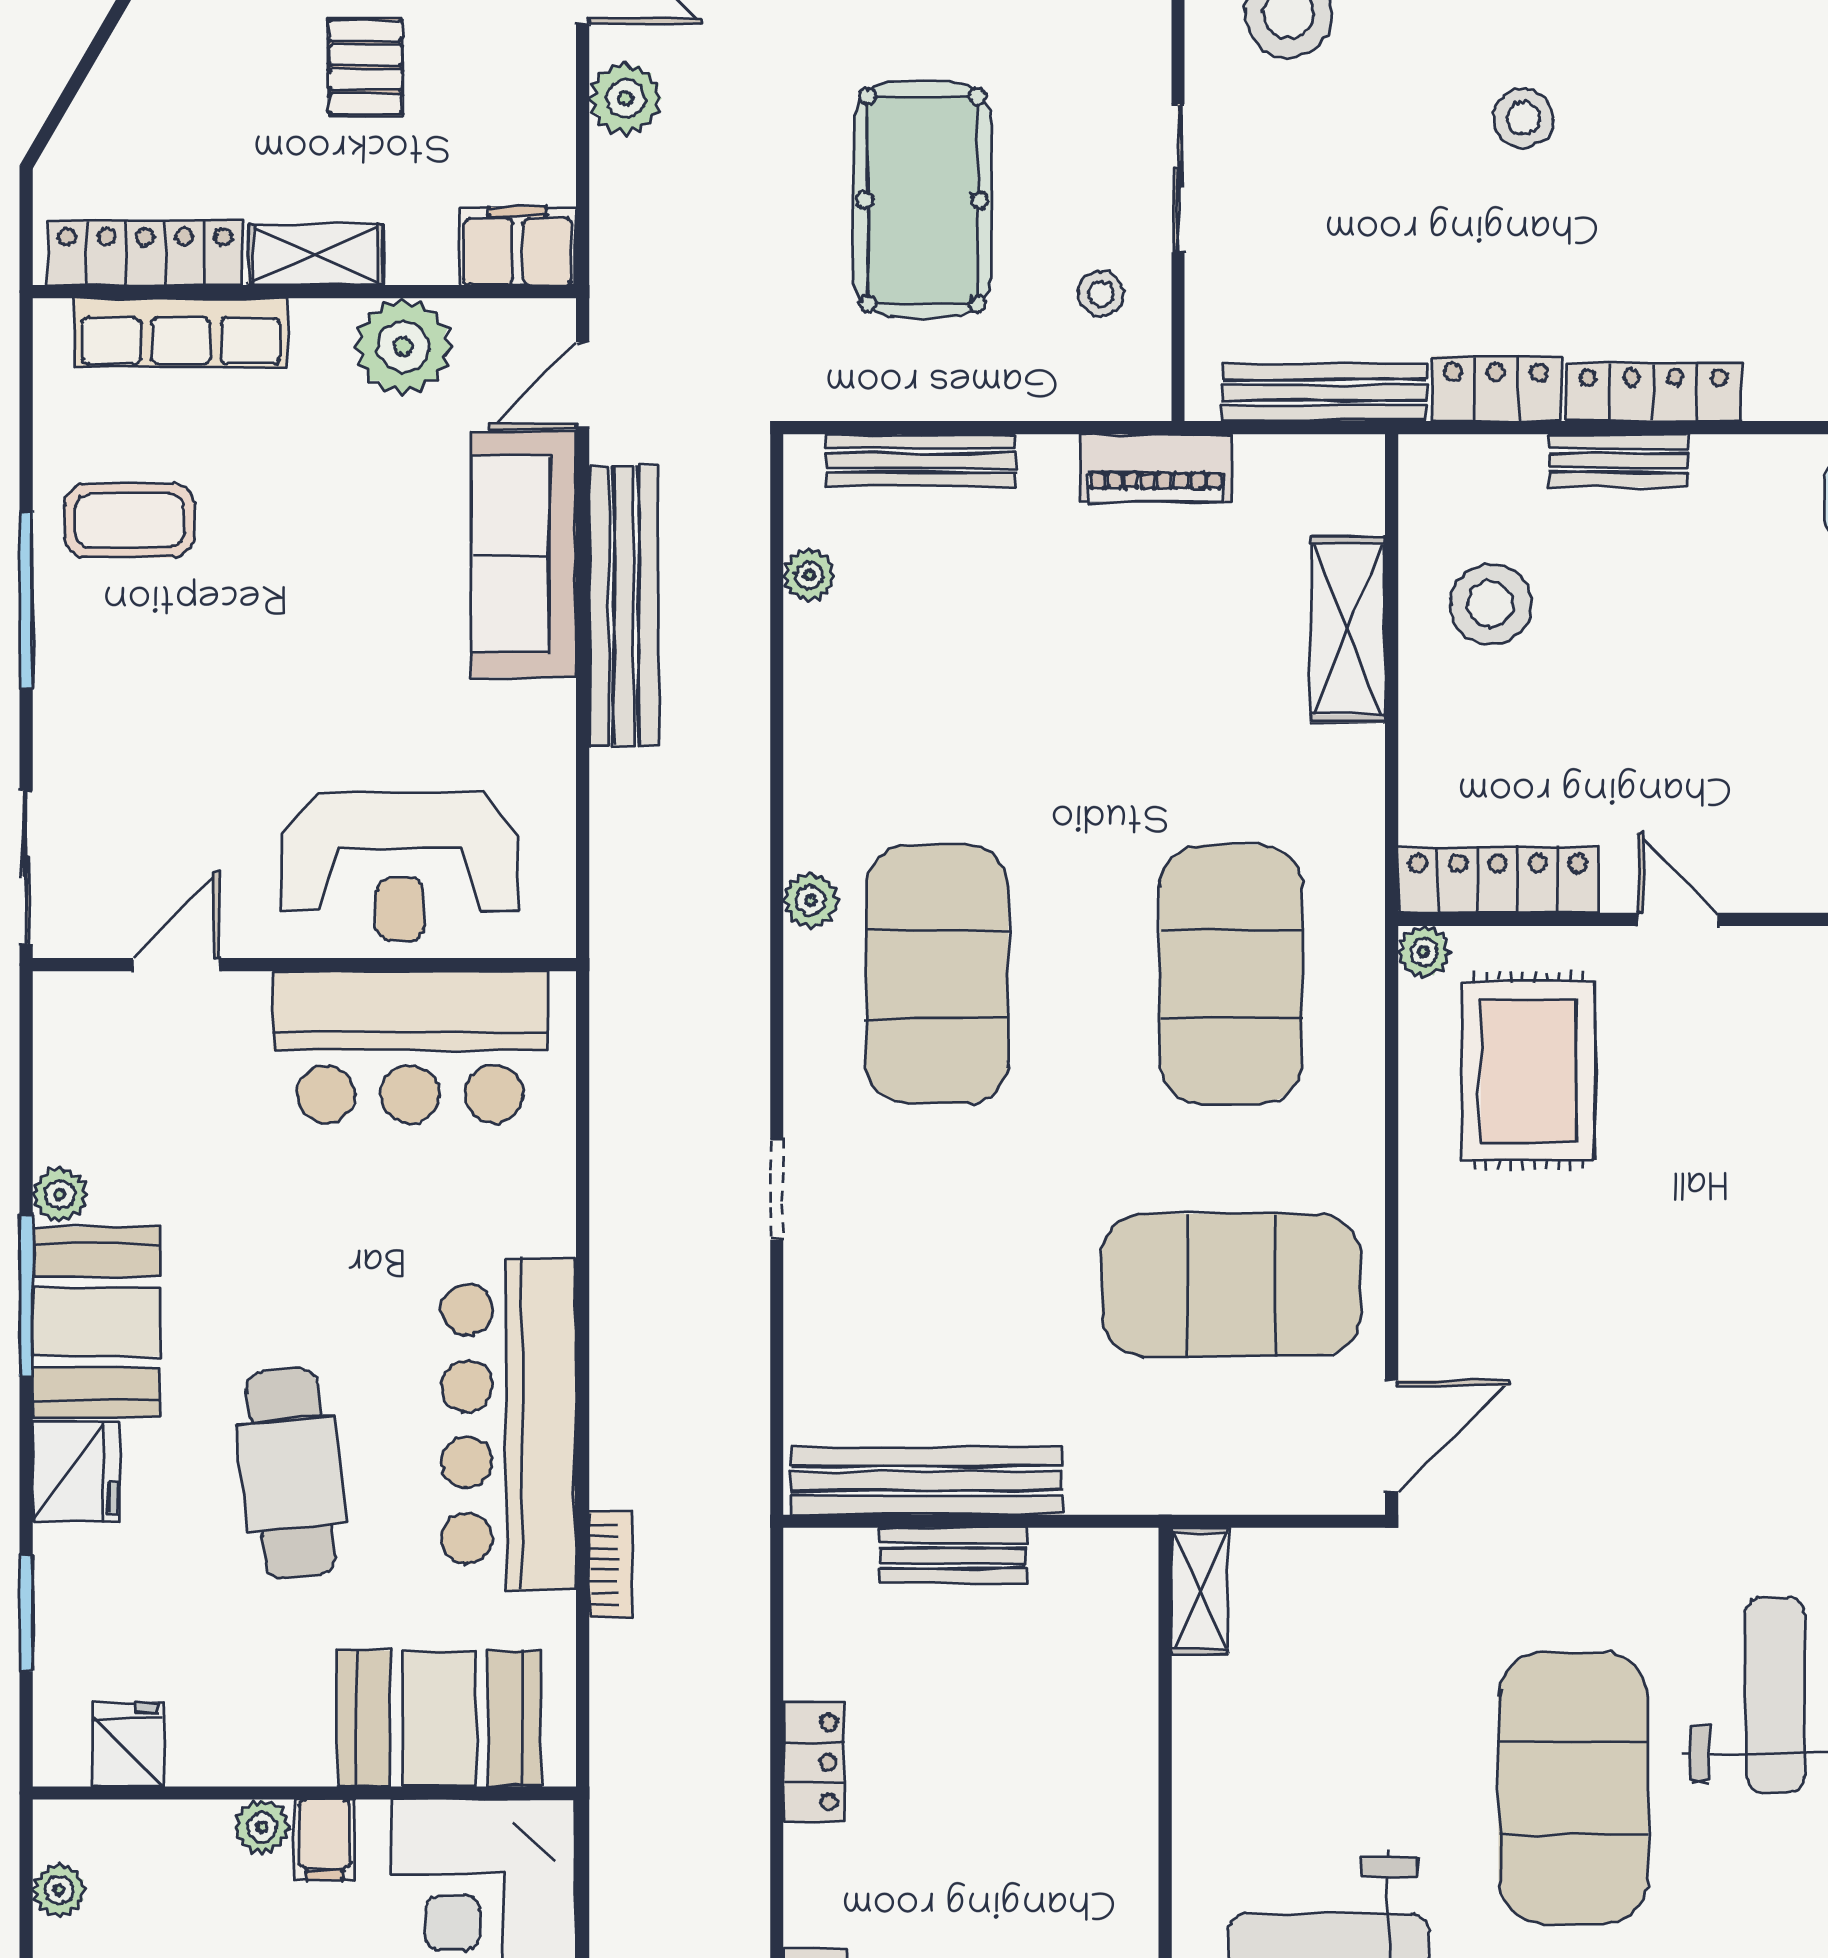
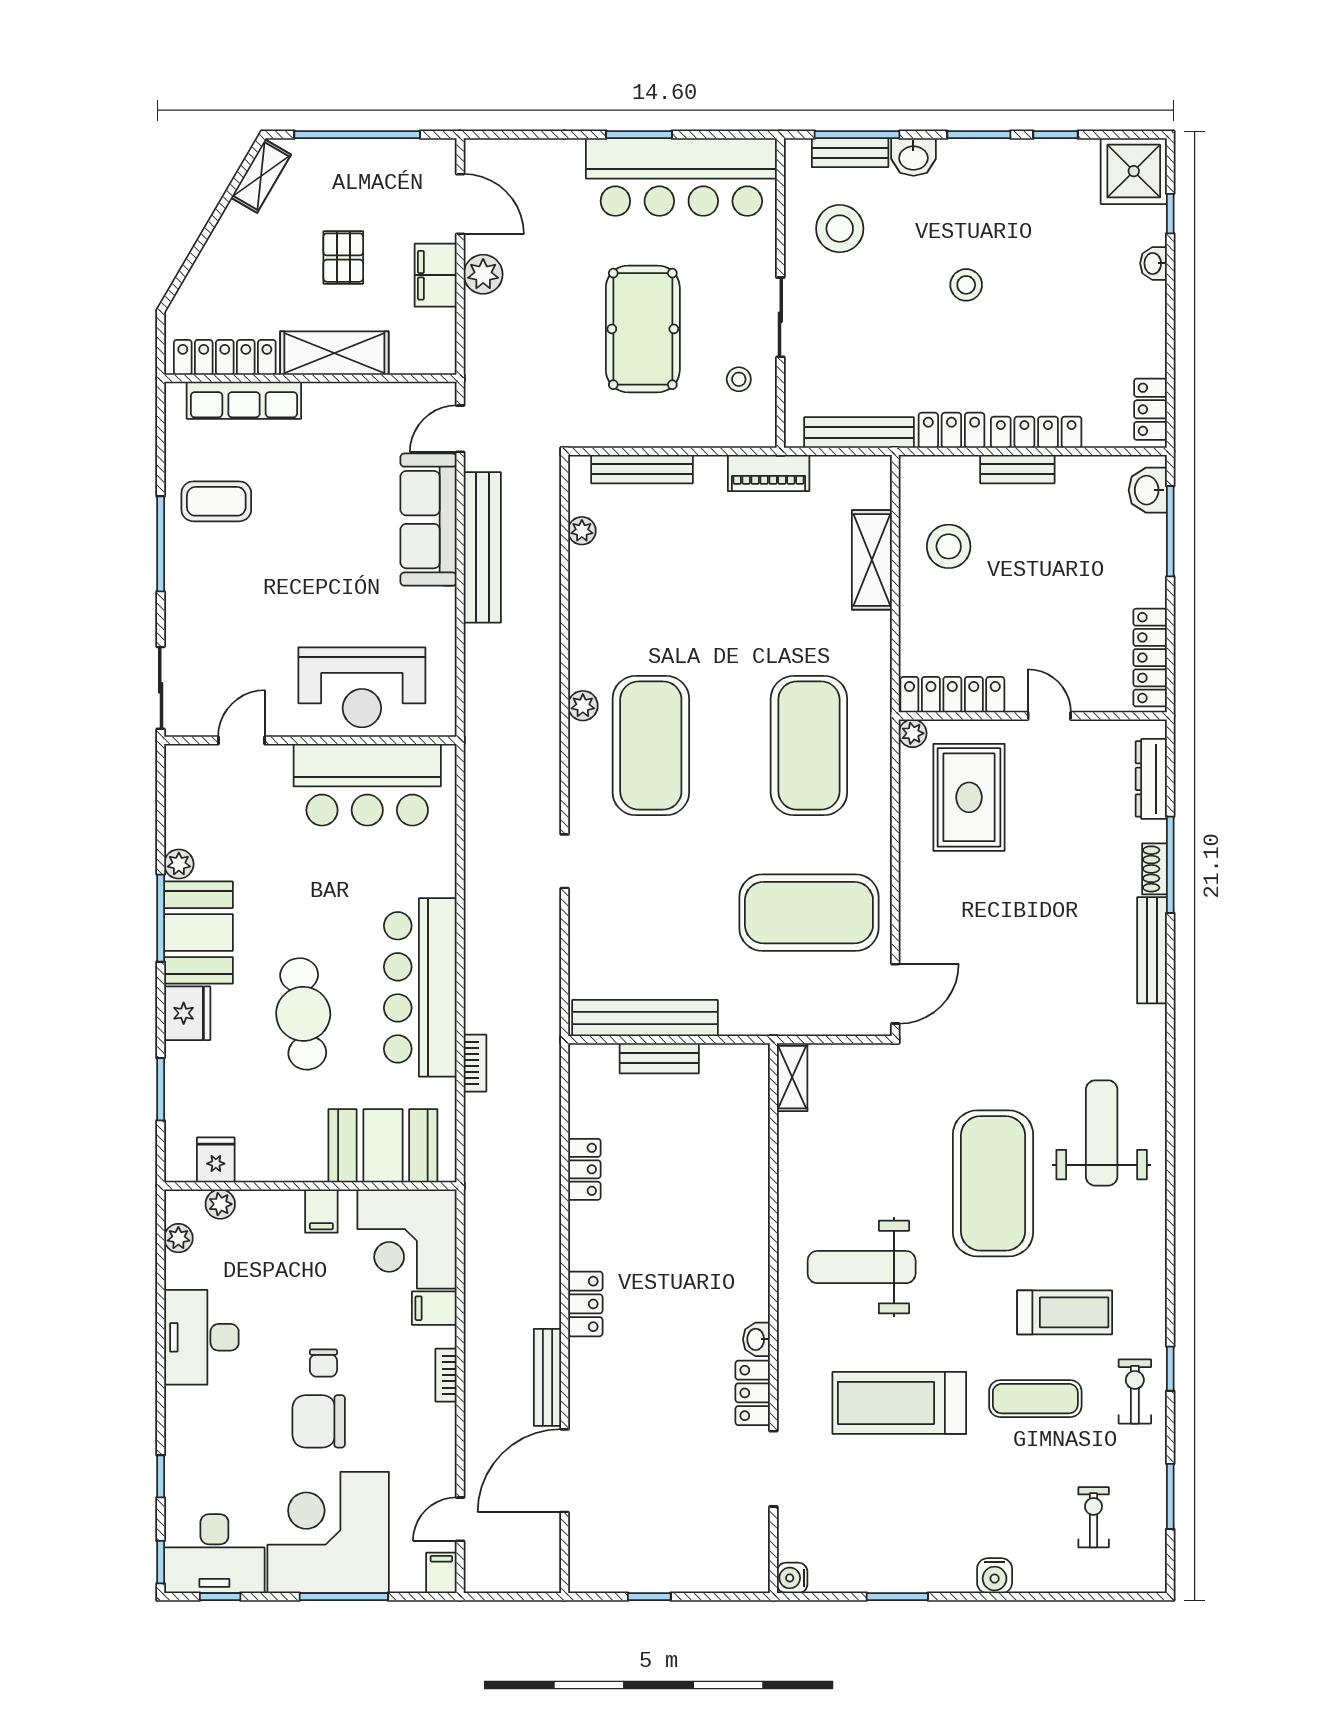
filing cabinet: (518, 246) -> (436, 275), moved, turned -90
shelving: (315, 255) -> (334, 353), width x1.50, depth x1.33
plant: (403, 347) -> (363, 408), removed
plant: (262, 1827) -> (220, 1204), moved

